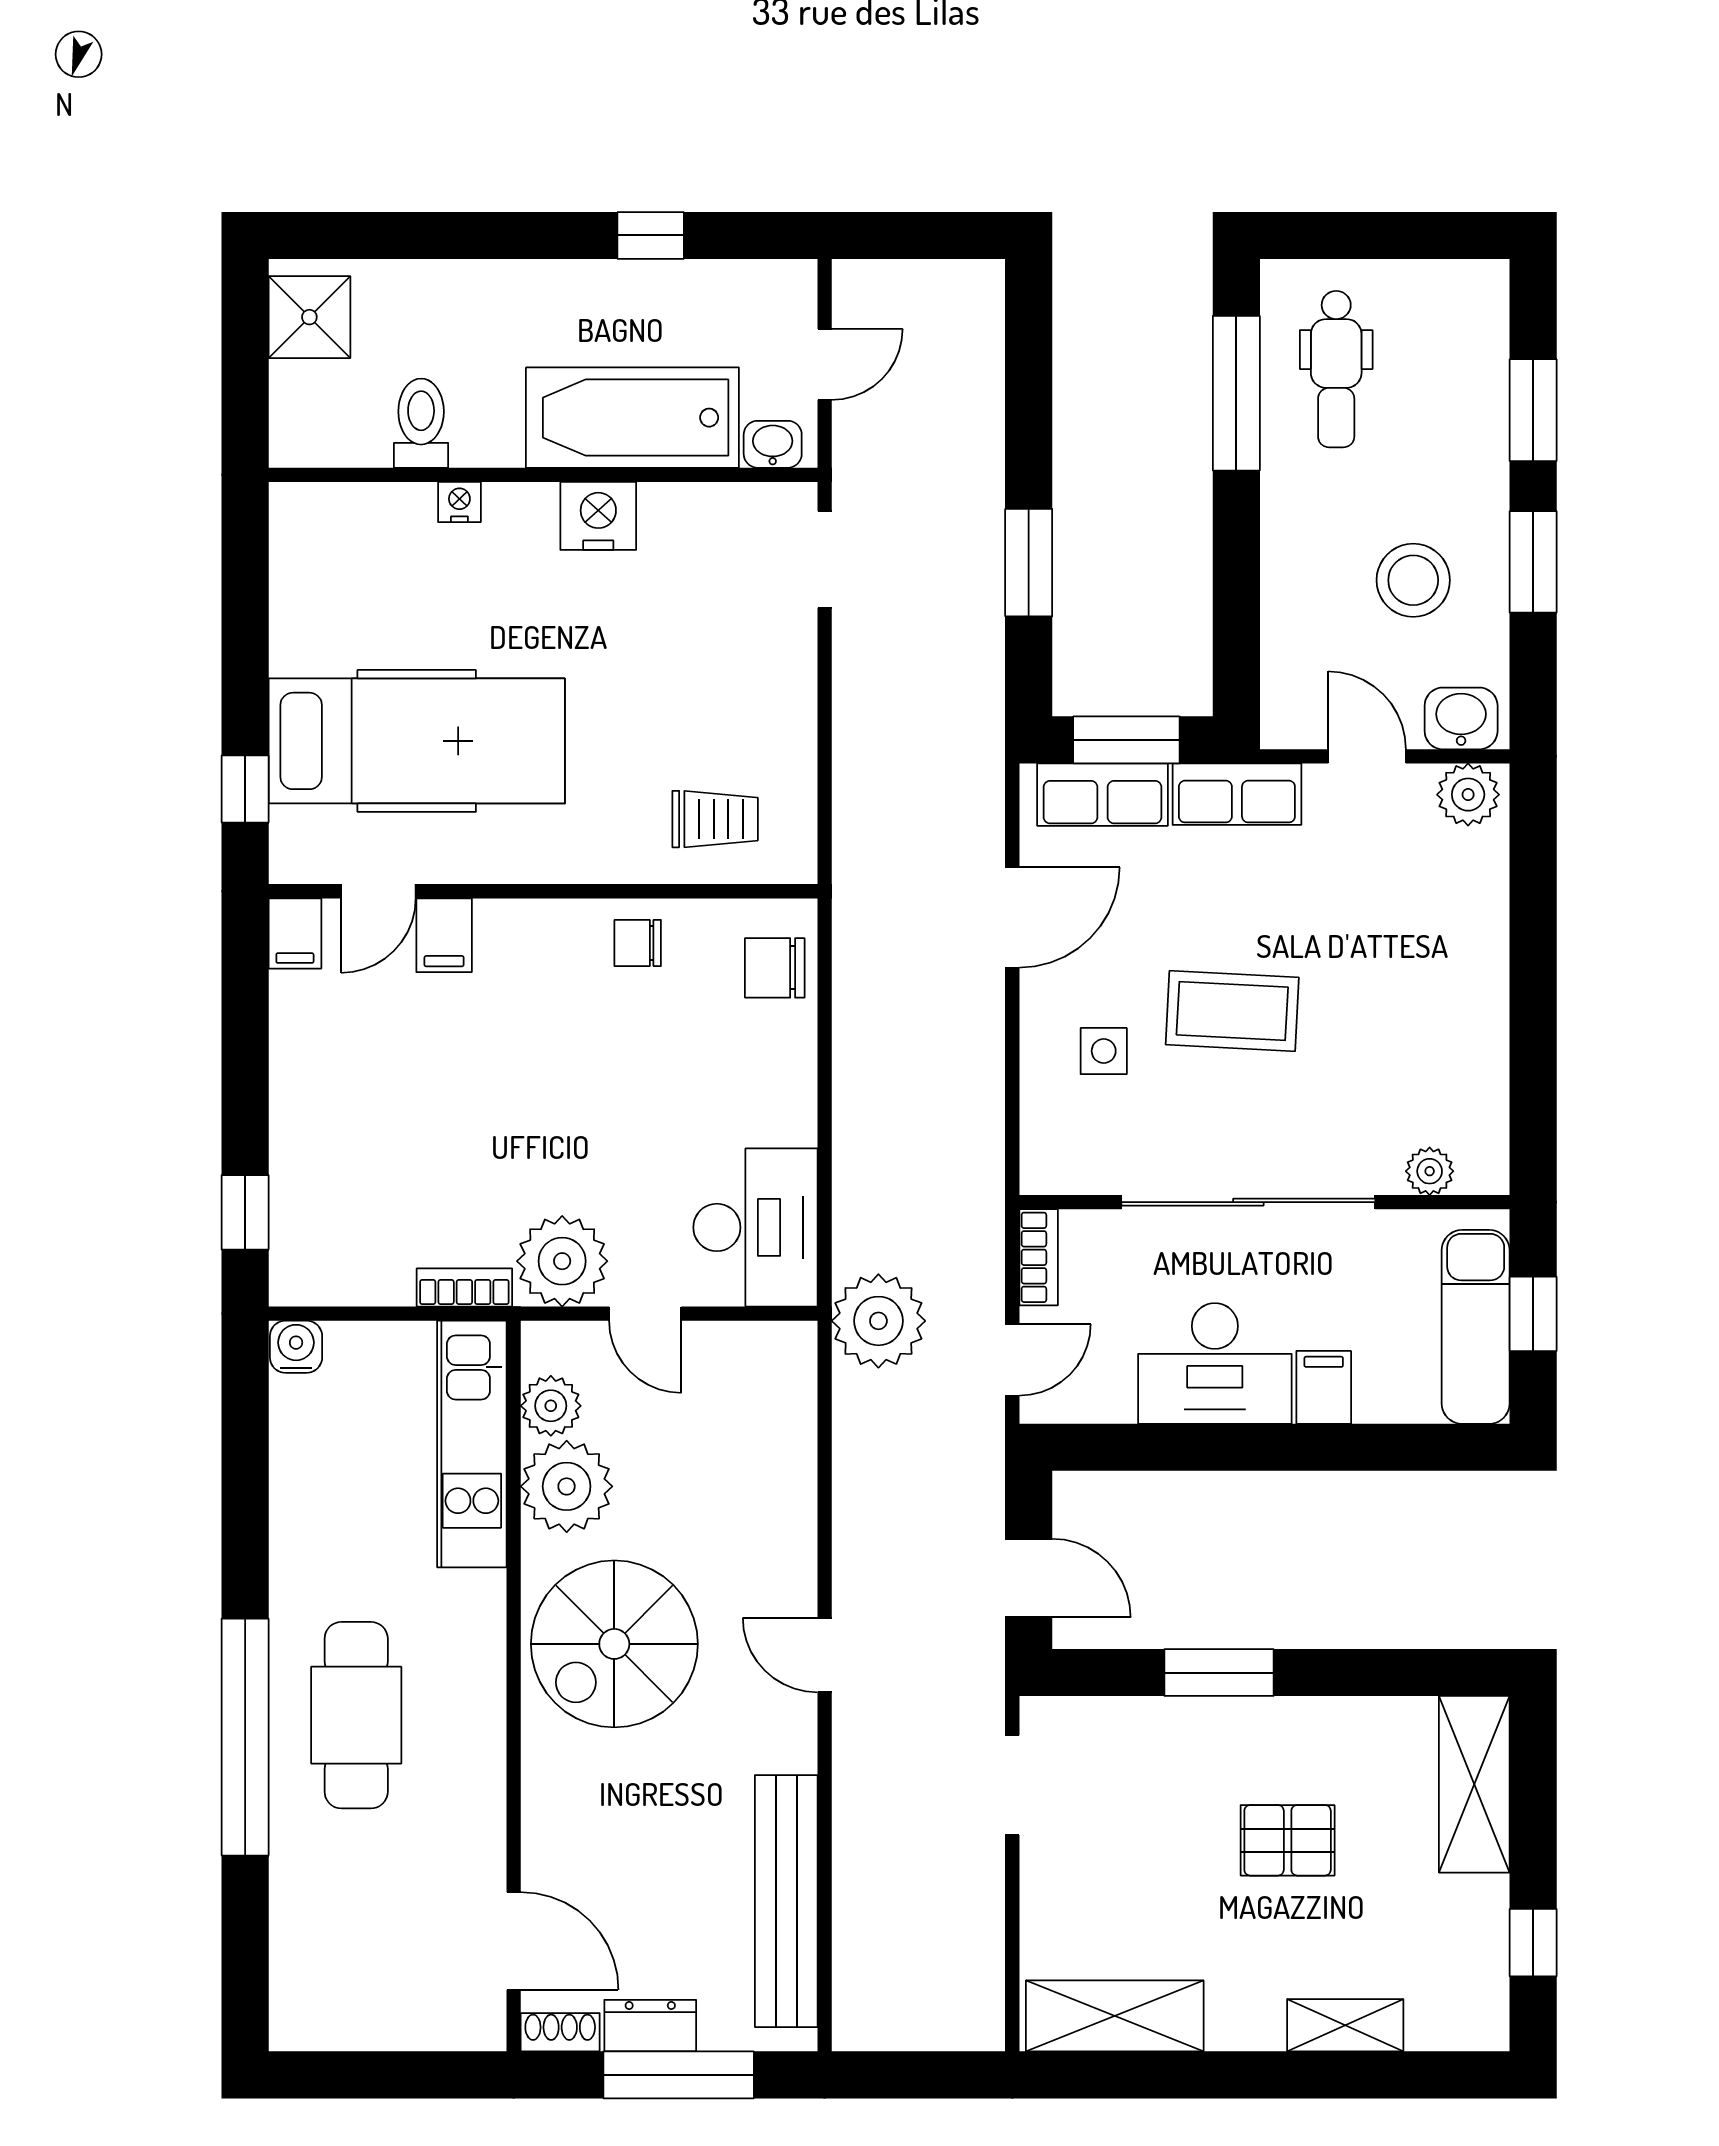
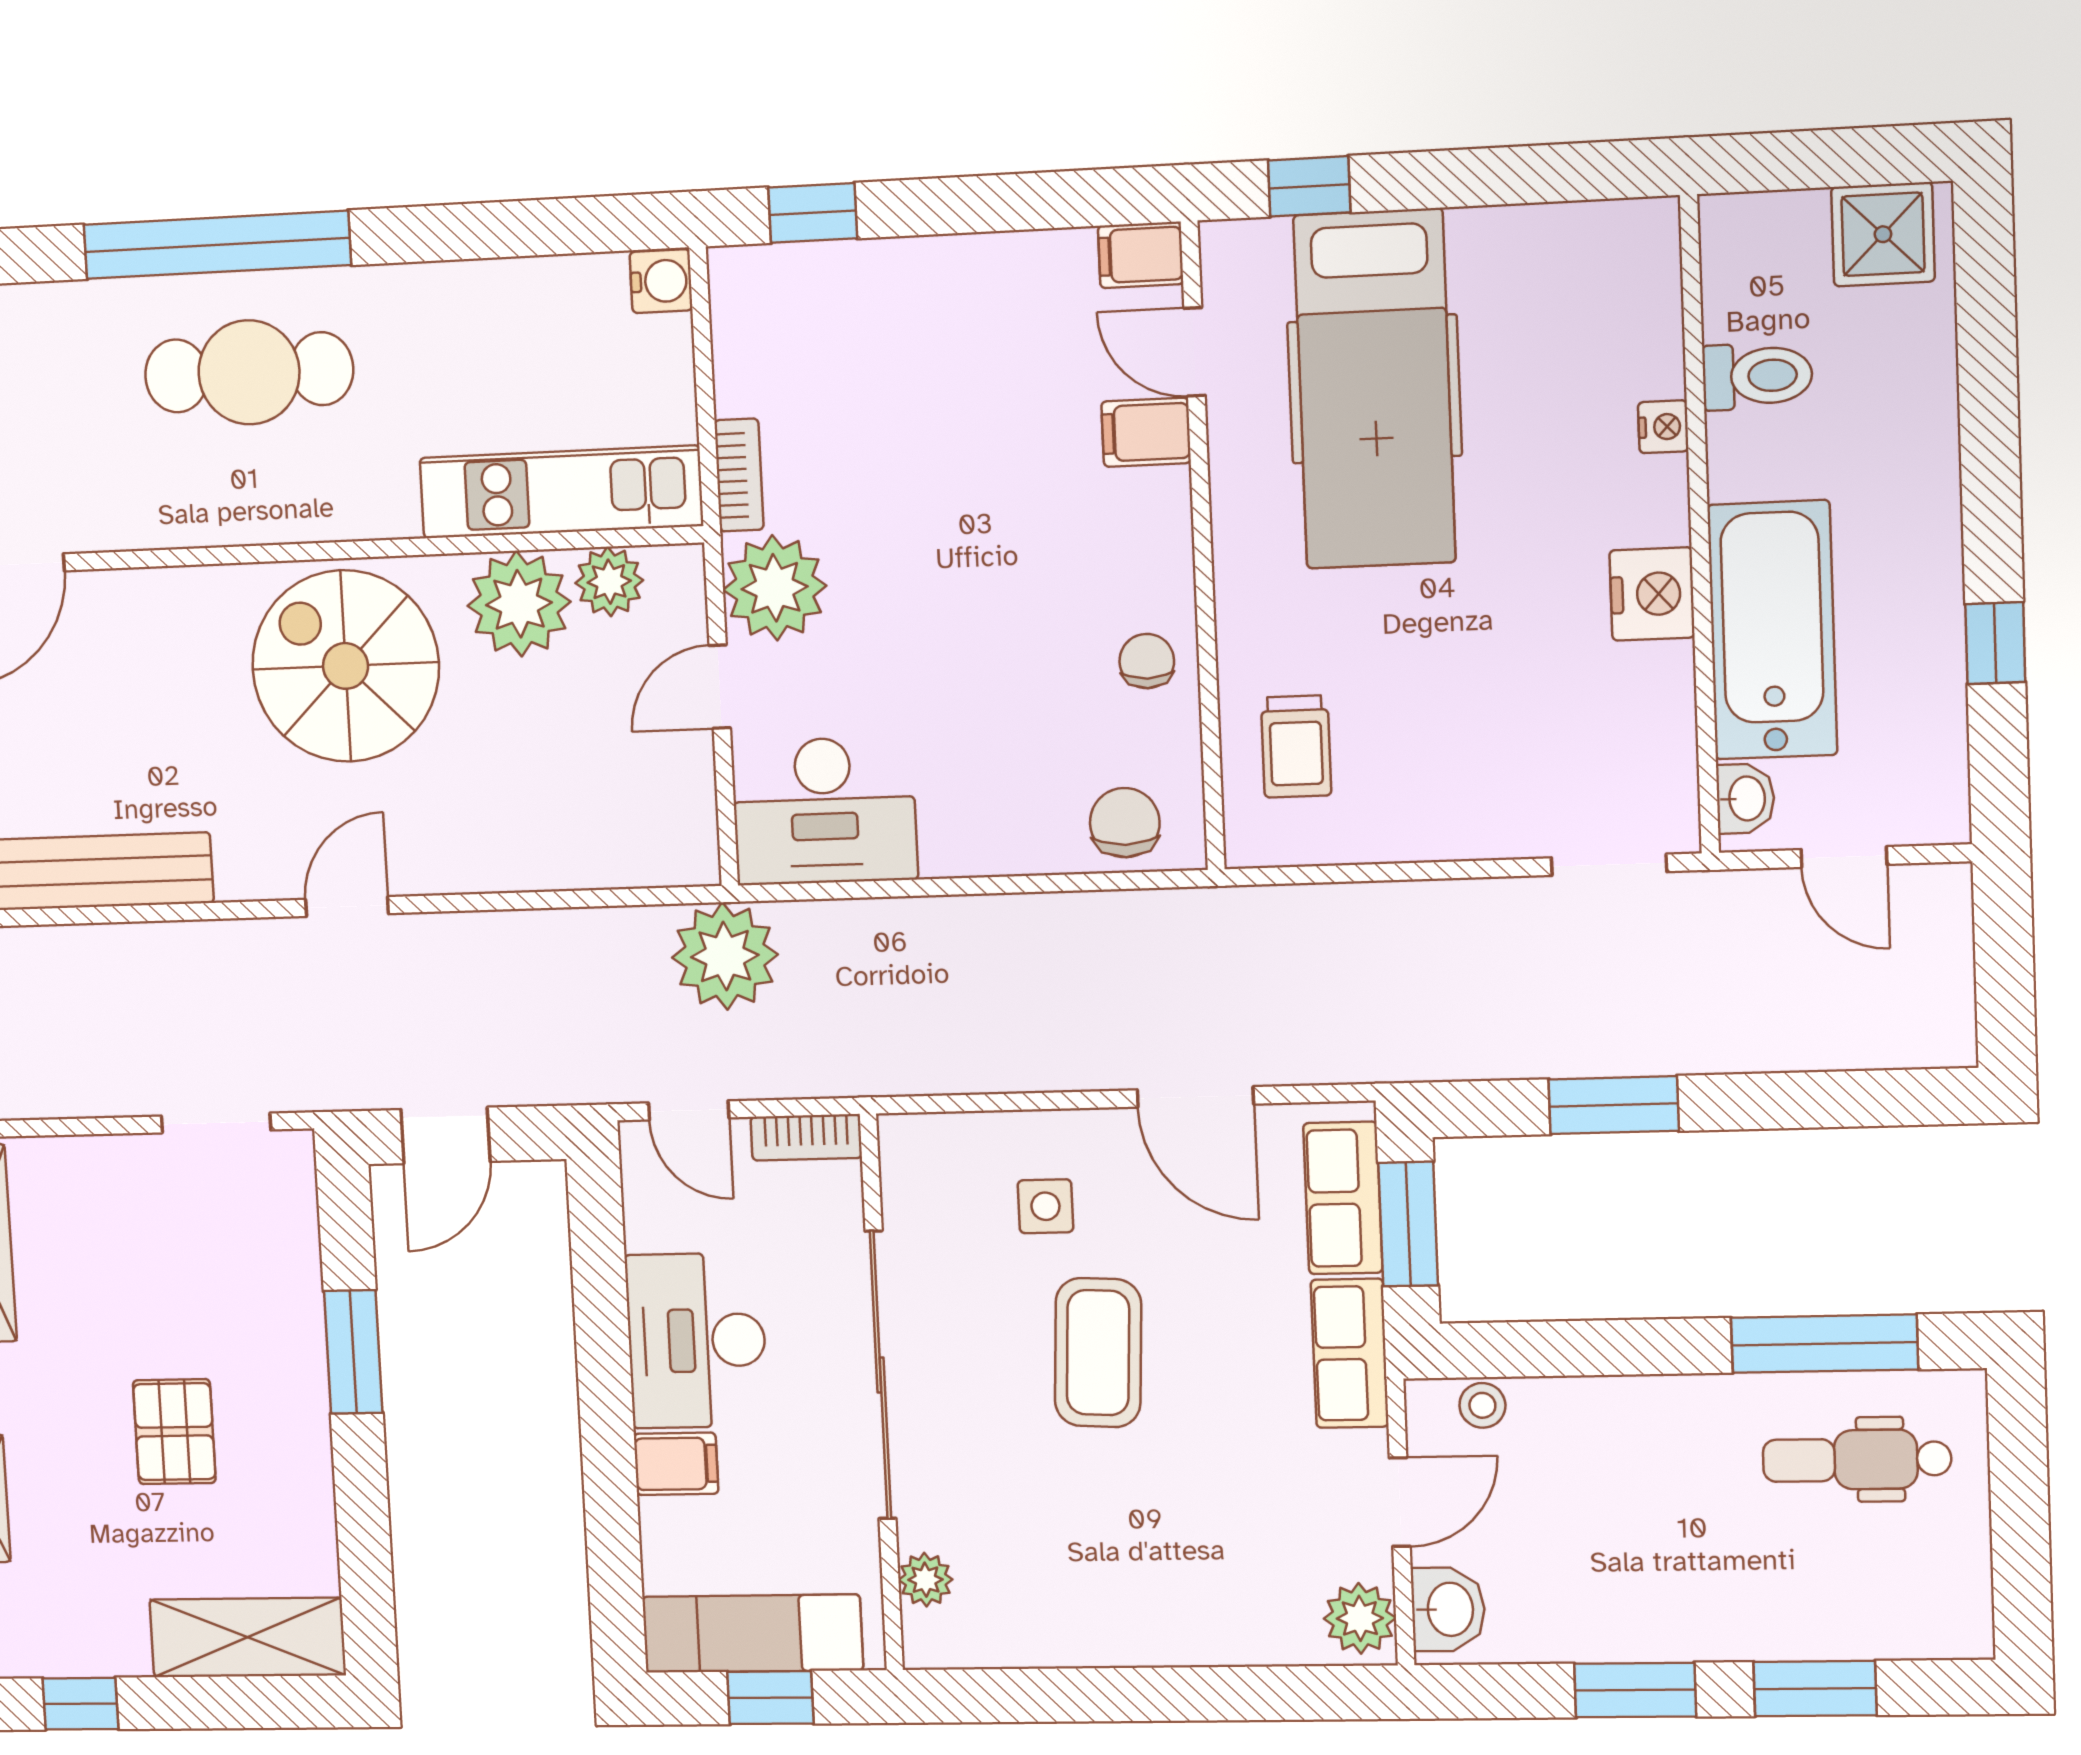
stool: (1413, 580) -> (1482, 1405), moved, width x0.53, depth x0.53

